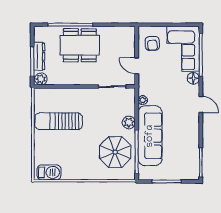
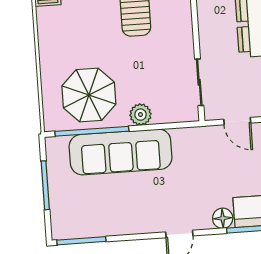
door: (137, 66) -> (237, 121), swing flipped
plant: (143, 100) -> (180, 135), removed

